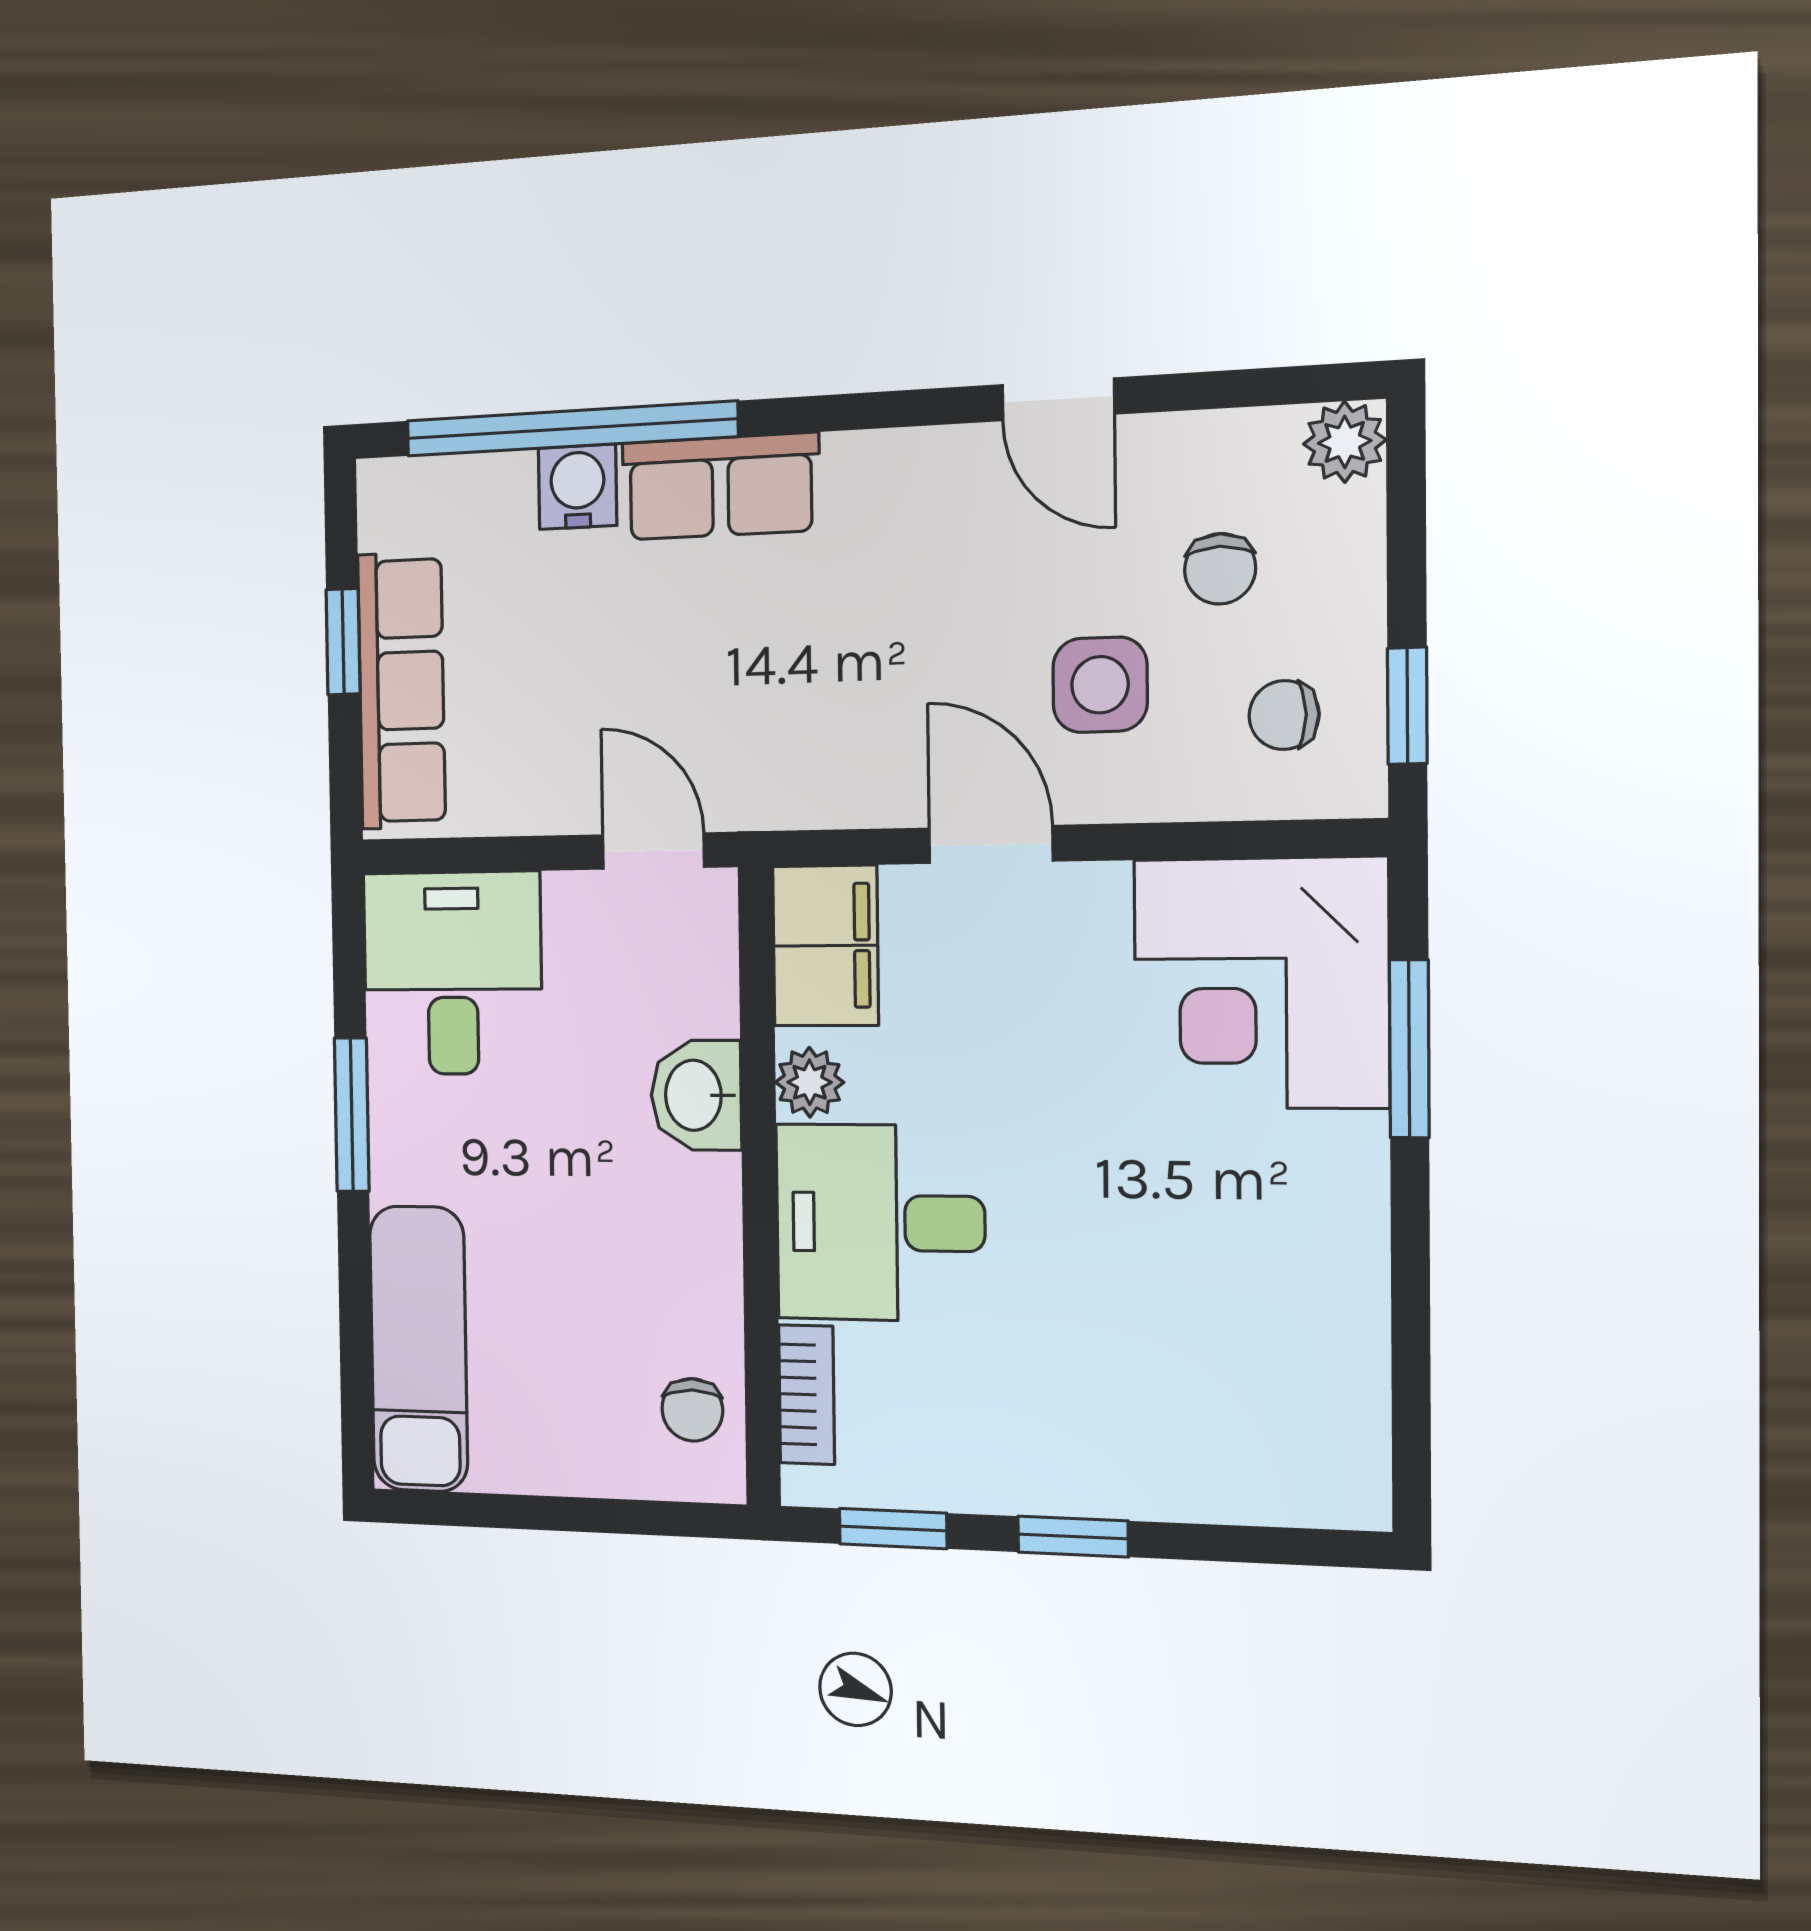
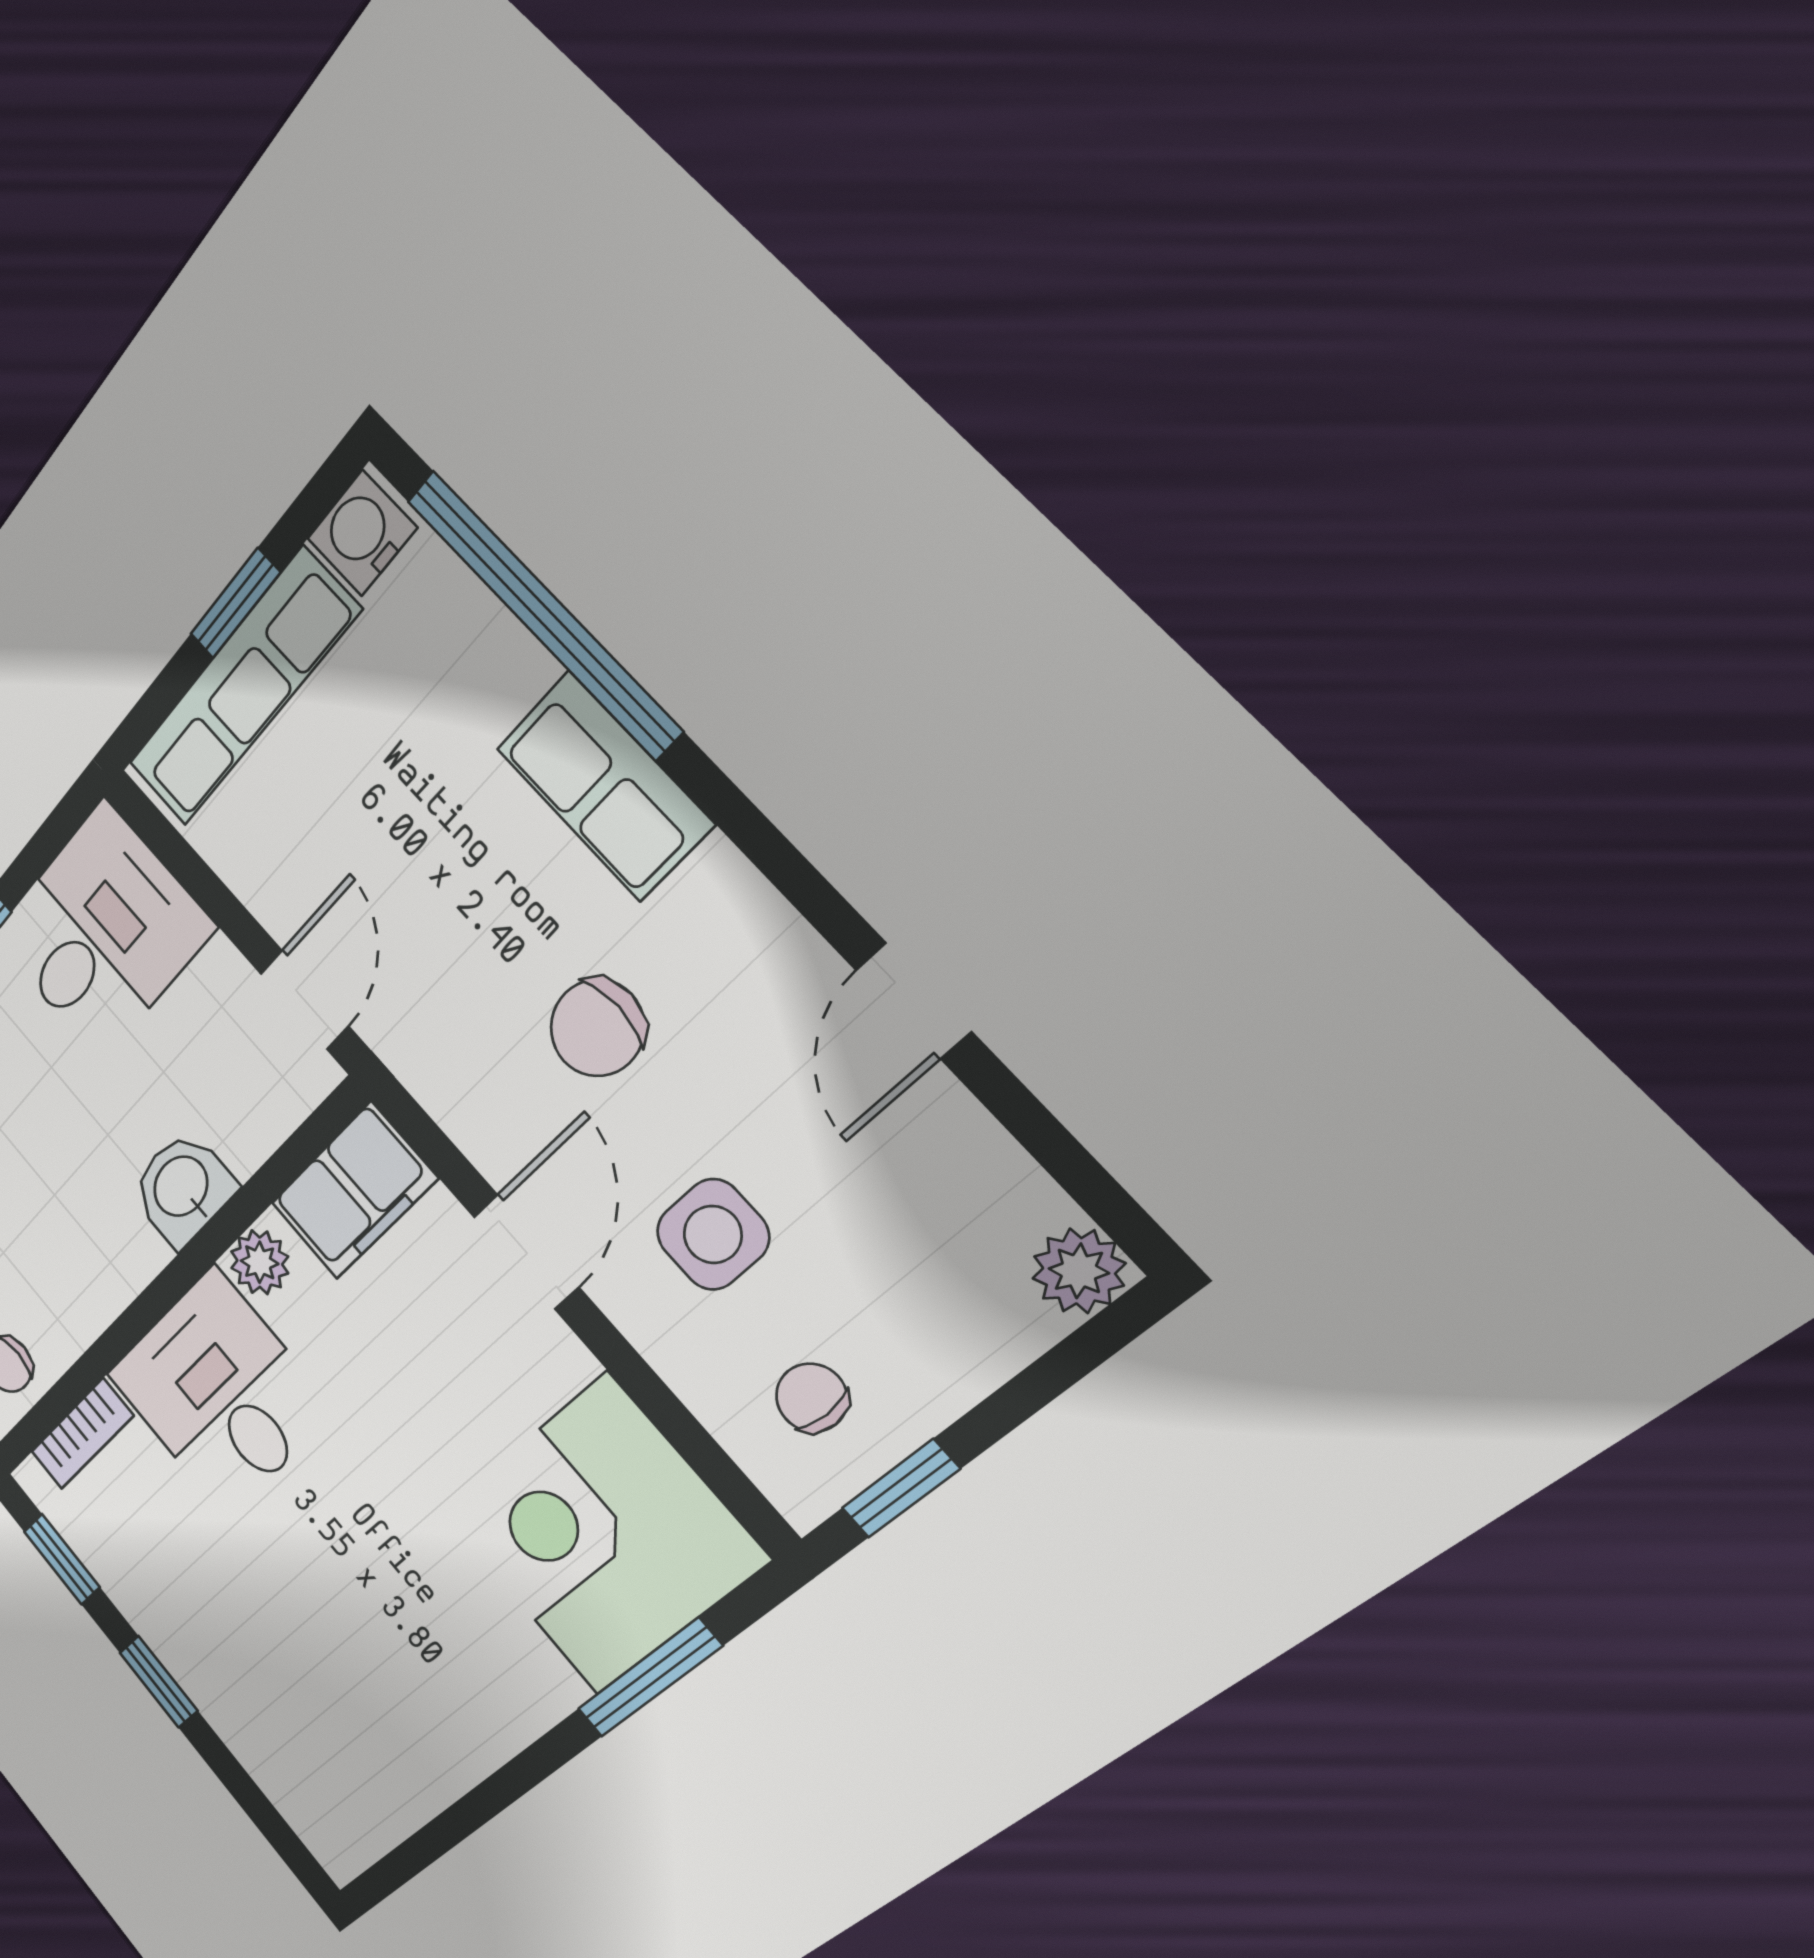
water cooler: (578, 487) -> (362, 533), moved, turned -90
chair: (1220, 569) -> (597, 1028), moved, width x1.37, depth x1.37

